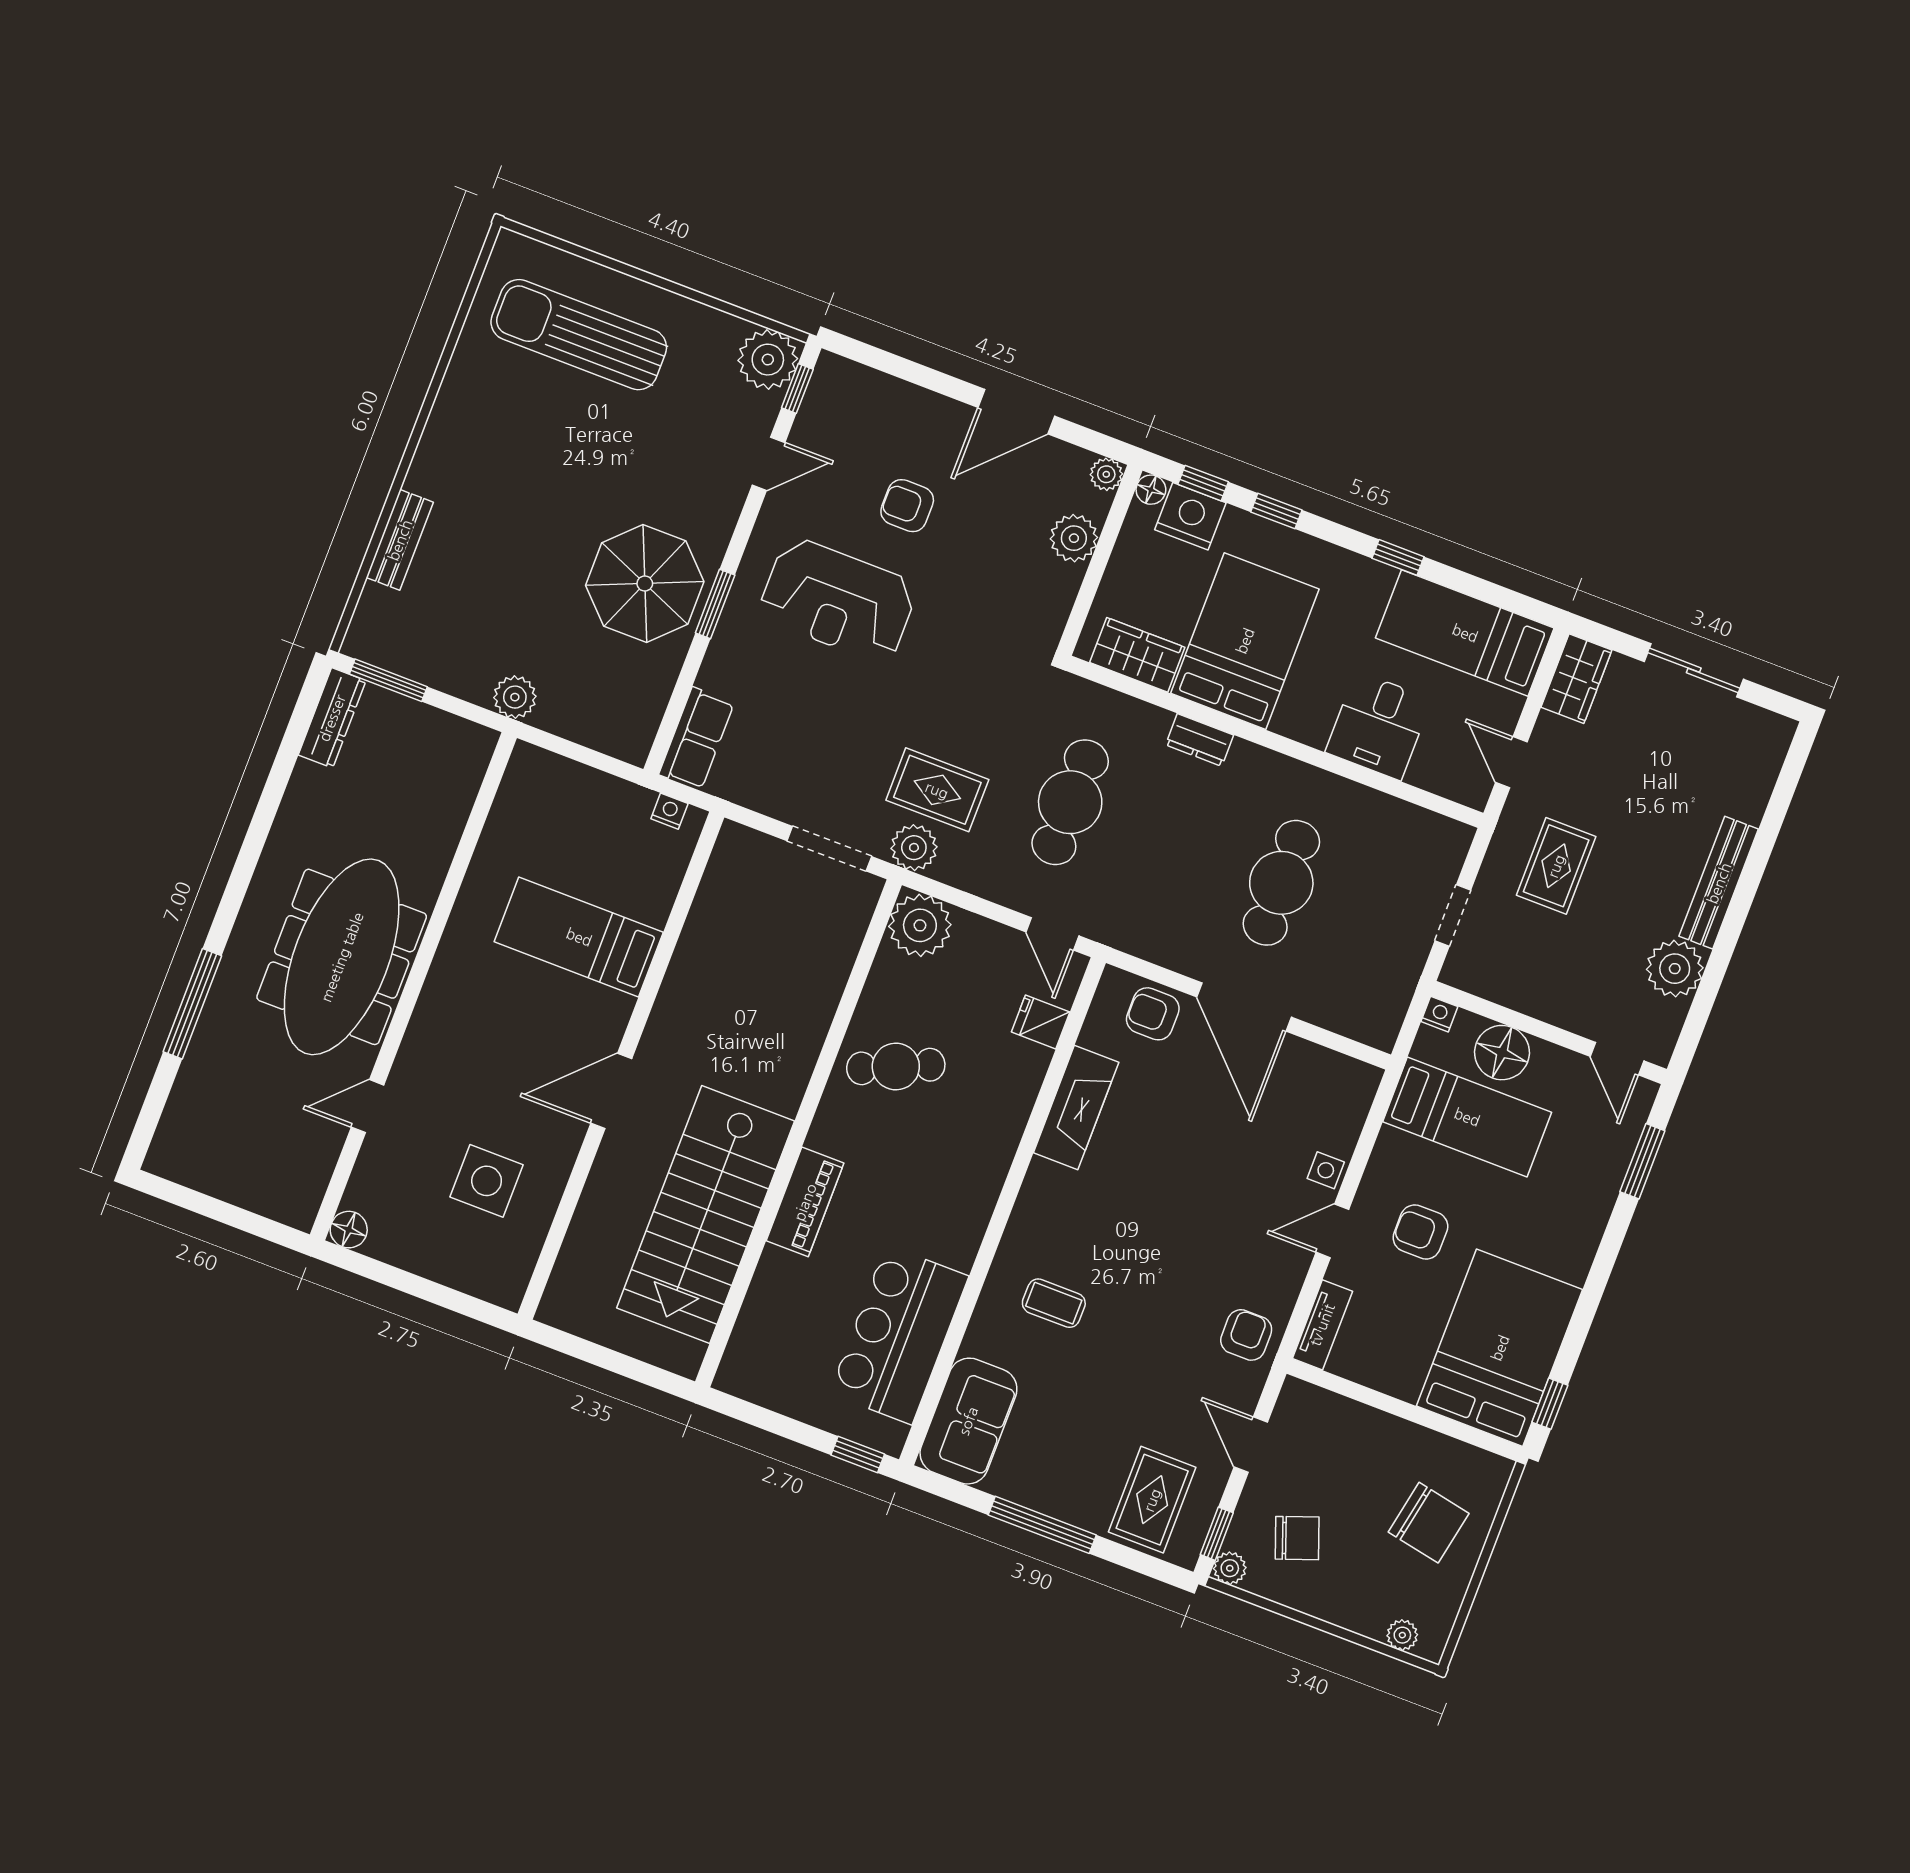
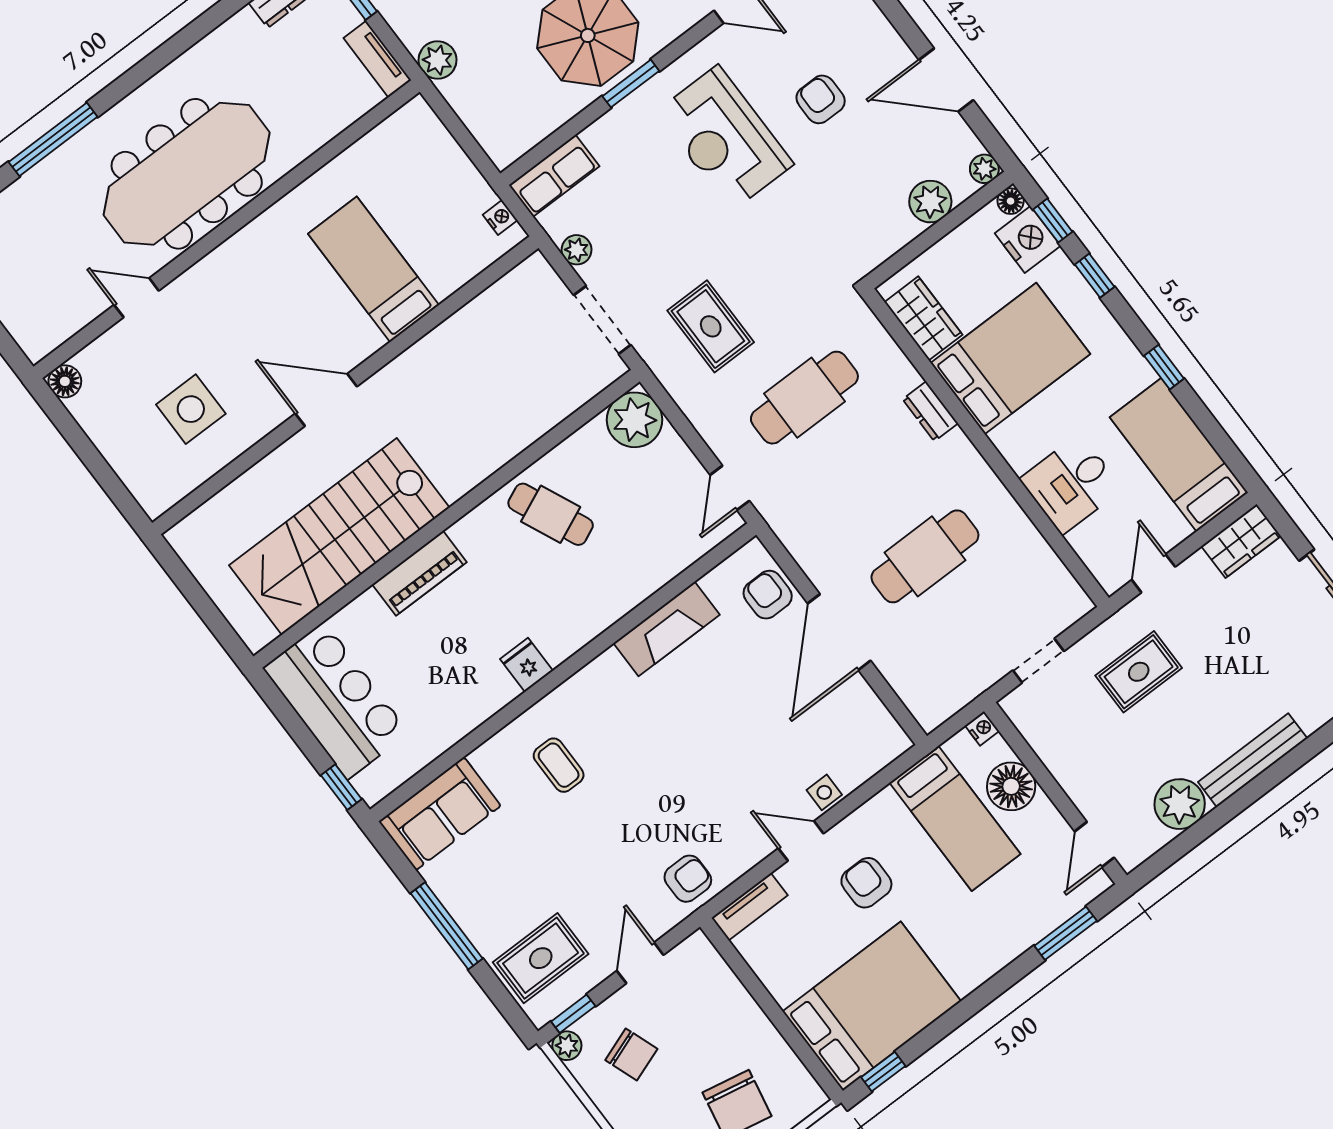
tv unit: (456, 732) -> (377, 59), added
plant: (914, 848) -> (577, 250), moved, width x0.73, depth x0.73
fridge: (1041, 1022) -> (526, 665), moved
bar counter: (899, 1335) -> (336, 700), moved, turned 90

